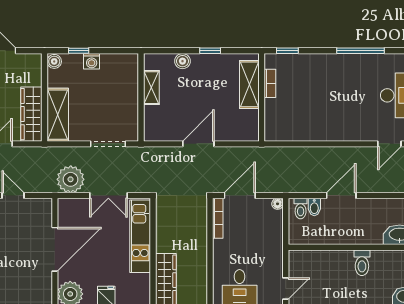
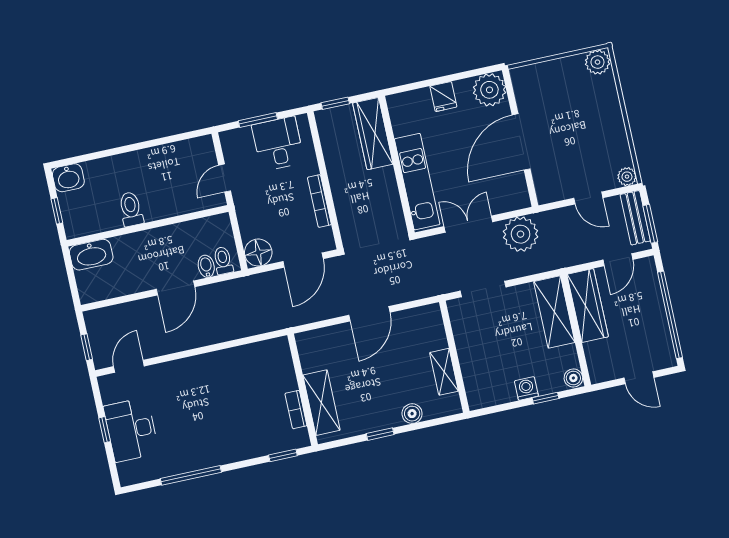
floor lamp: (278, 204) -> (258, 253), width x1.89, depth x1.89
bookcase: (218, 218) -> (319, 201), moved
door: (286, 289) -> (225, 178), moved

